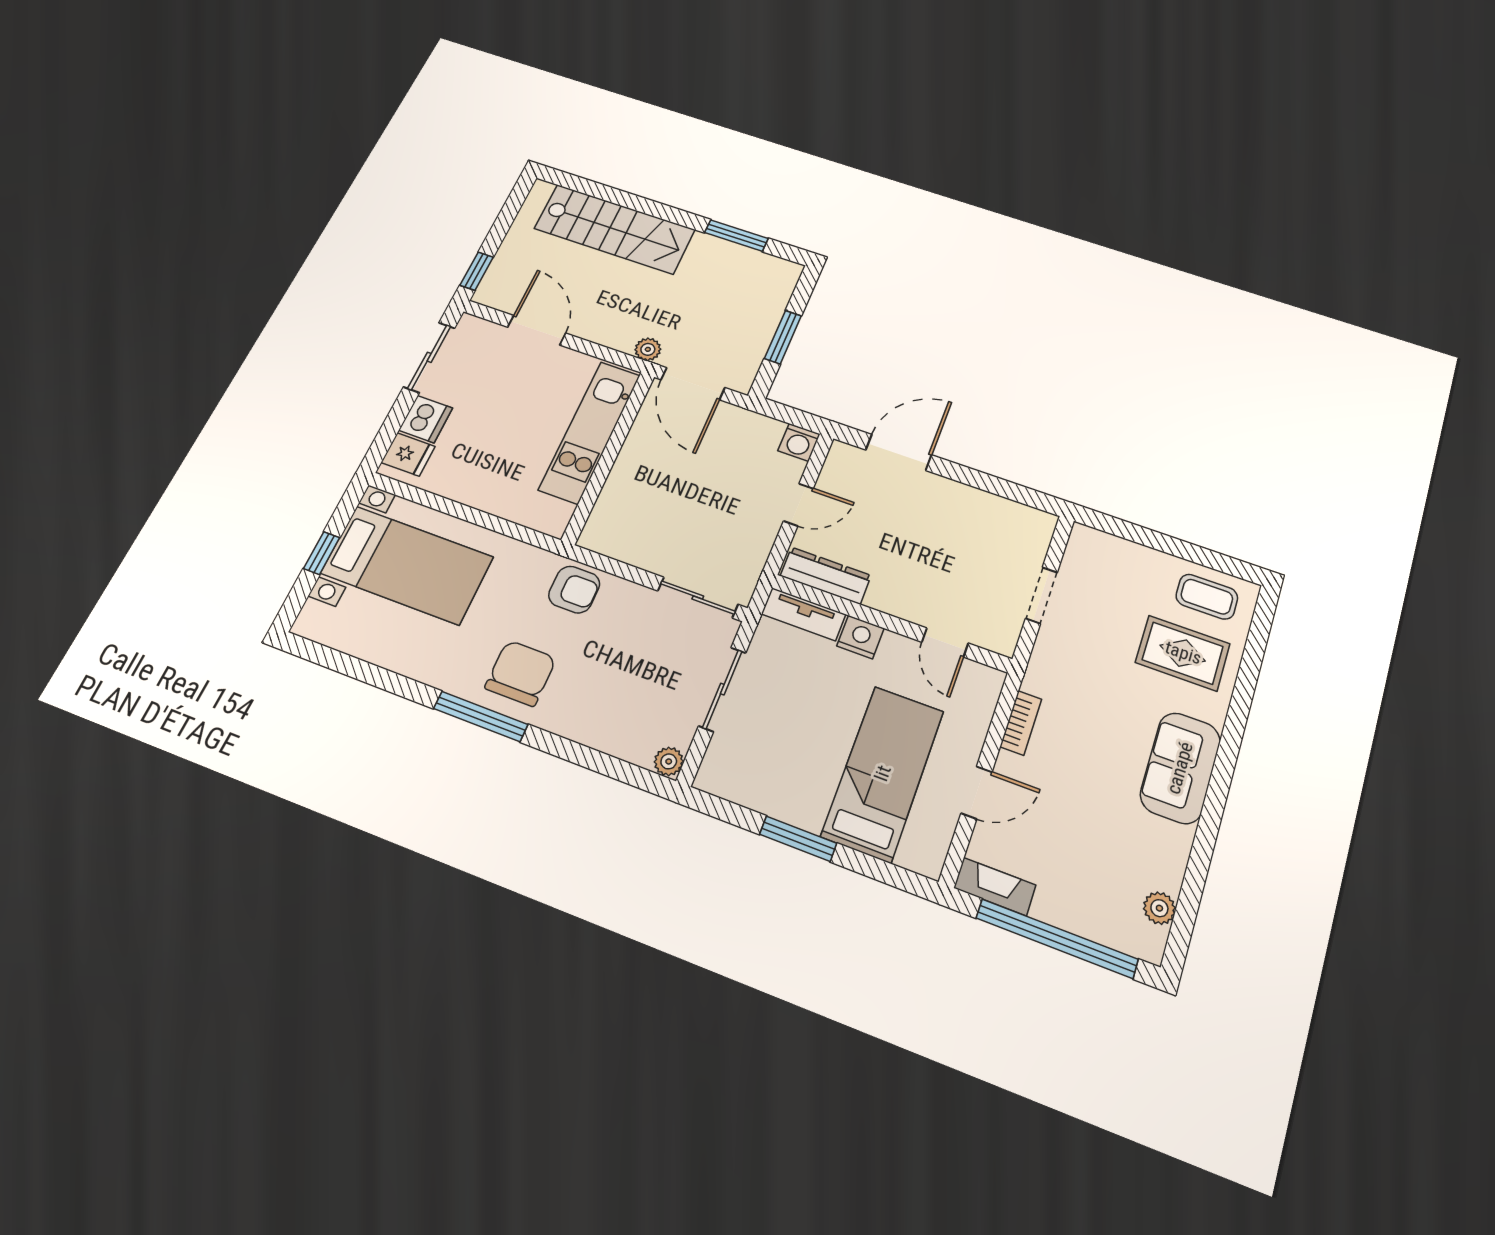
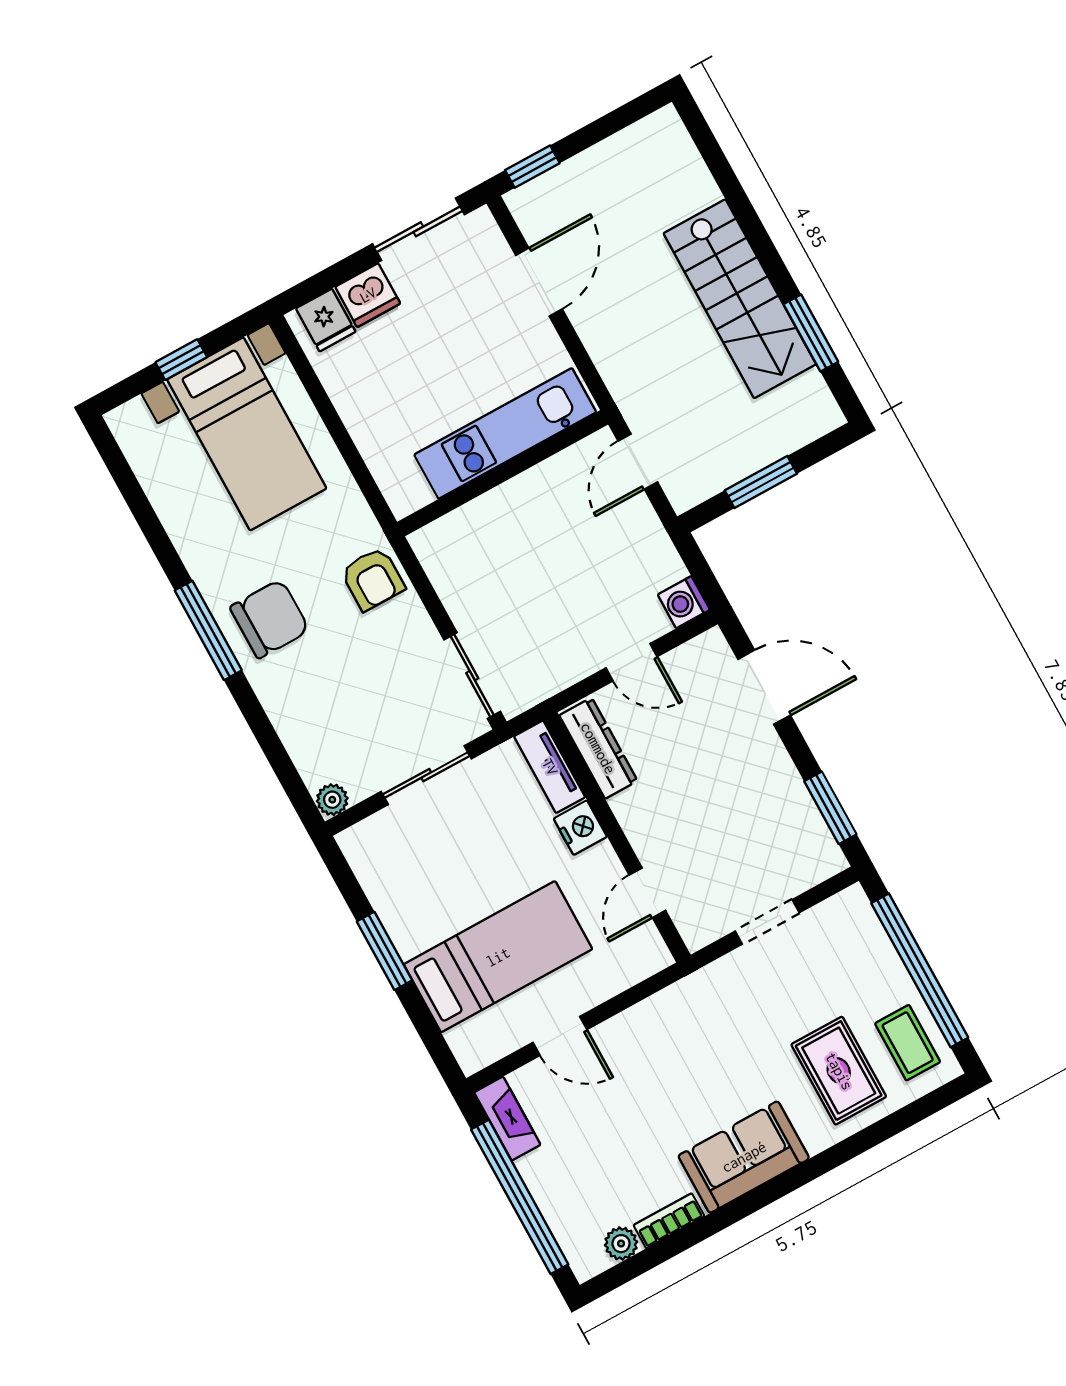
stairs: (615, 229) -> (740, 299), moved
plant: (648, 349) -> (626, 390), removed
door: (693, 384) -> (638, 461), width x0.73
window: (1011, 491) -> (830, 808), added
window: (1167, 544) -> (920, 970), added
bookcase: (1021, 723) -> (669, 1221), moved, turned 180

